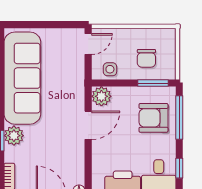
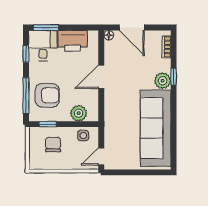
window: (153, 83) -> (48, 124), width x0.67
plant: (101, 96) -> (79, 113), moved
door: (88, 125) -> (101, 77), moved

